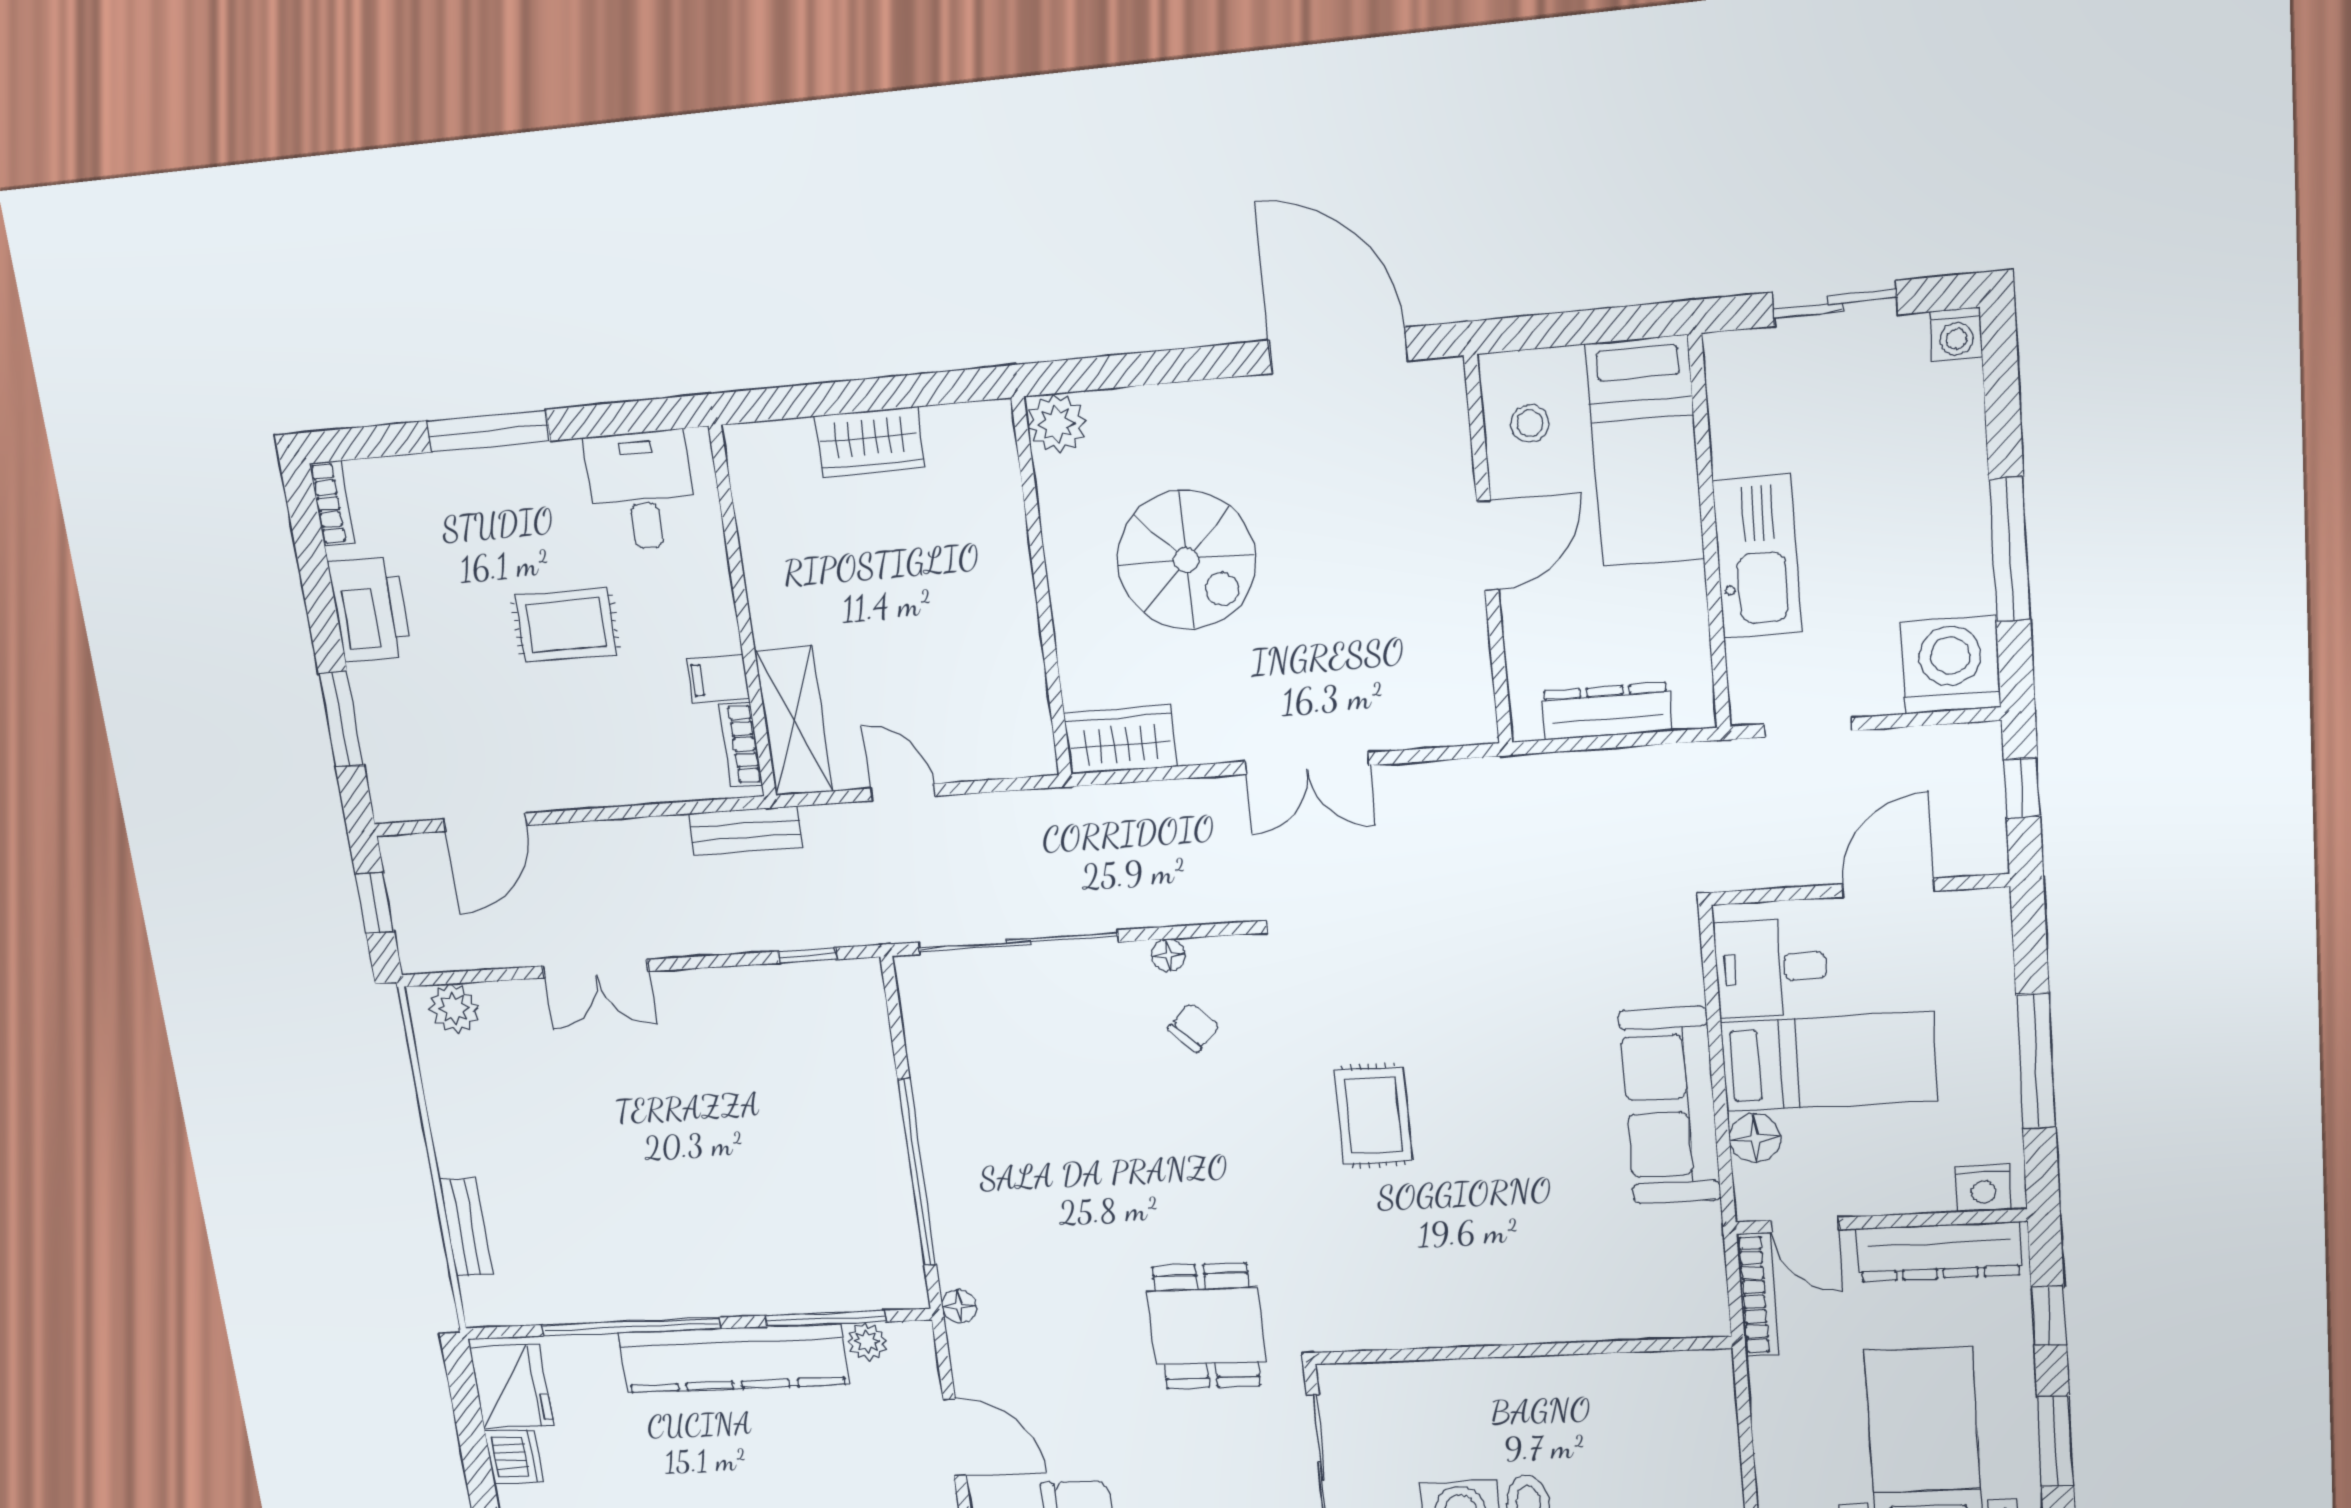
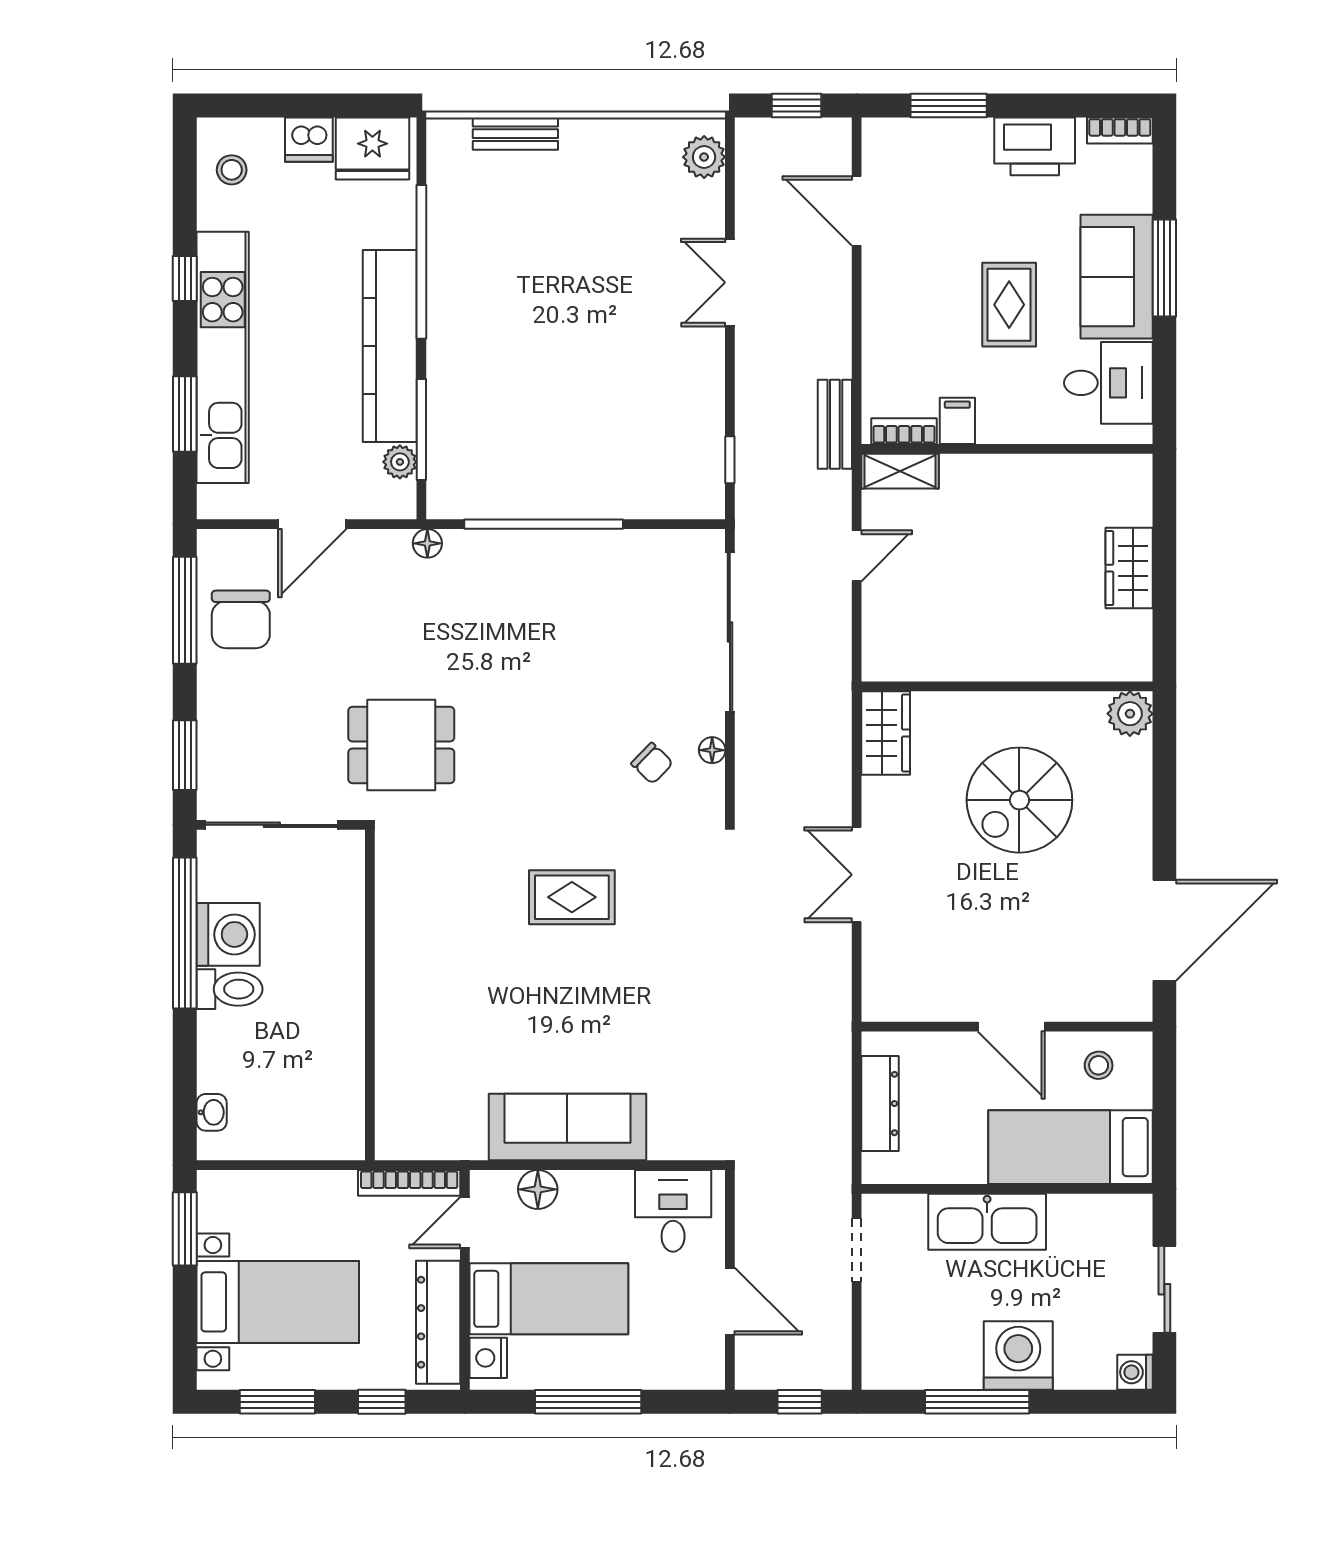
sofa: (509, 491) -> (1117, 277), added
washing machine: (1951, 665) -> (1018, 1356), moved, turned -90
shelving: (794, 721) -> (900, 471), width x0.67, depth x0.75
bed: (1829, 1062) -> (549, 1299), moved, turned -90

